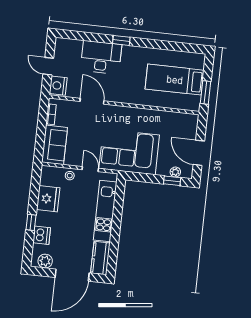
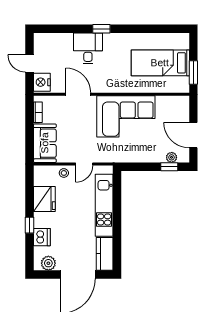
desk: (101, 57) -> (88, 48), width x0.73
corner sofa: (129, 152) -> (126, 116), moved, turned 180
door: (90, 169) -> (84, 164), swing flipped

